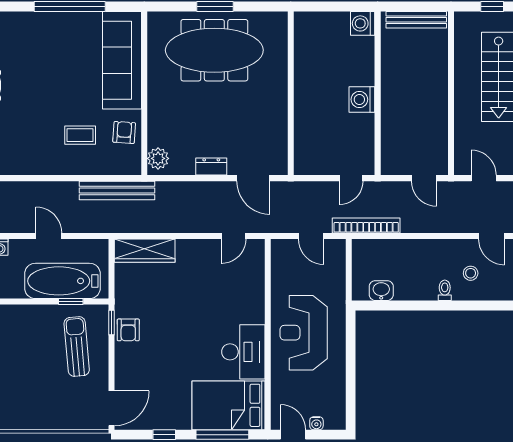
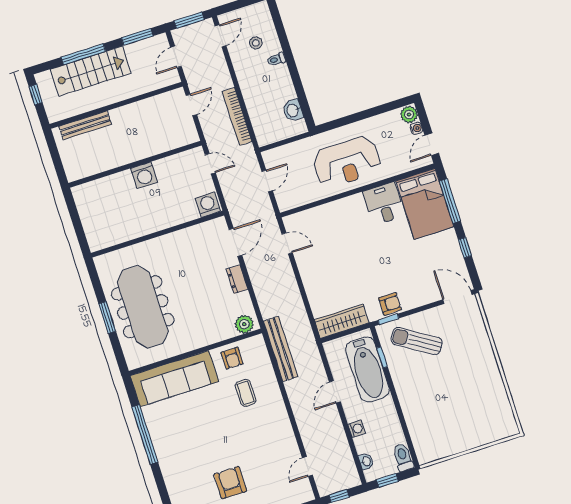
bench: (416, 20) -> (85, 125), moved, turned 90
washing machine: (363, 23) -> (208, 205), moved, turned 180
armchair: (124, 132) -> (232, 358), turned -94
bookcase: (366, 225) -> (237, 117), moved
wardrobe: (145, 251) -> (342, 321), moved, turned -90
sun lounger: (77, 347) -> (417, 341), turned 37
desk: (243, 352) -> (384, 204), width x0.73
plant: (335, 420) -> (409, 115), added

